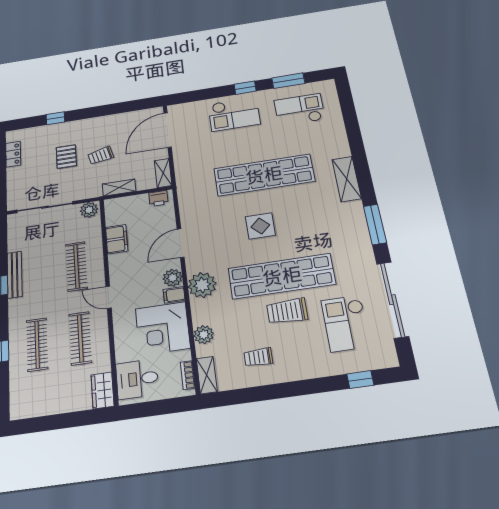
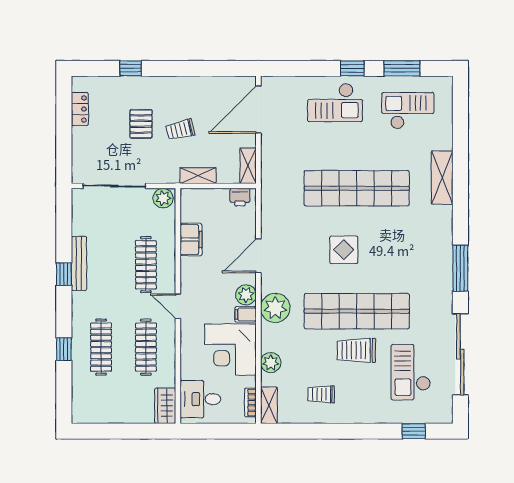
shelving: (347, 179) -> (442, 178), moved

